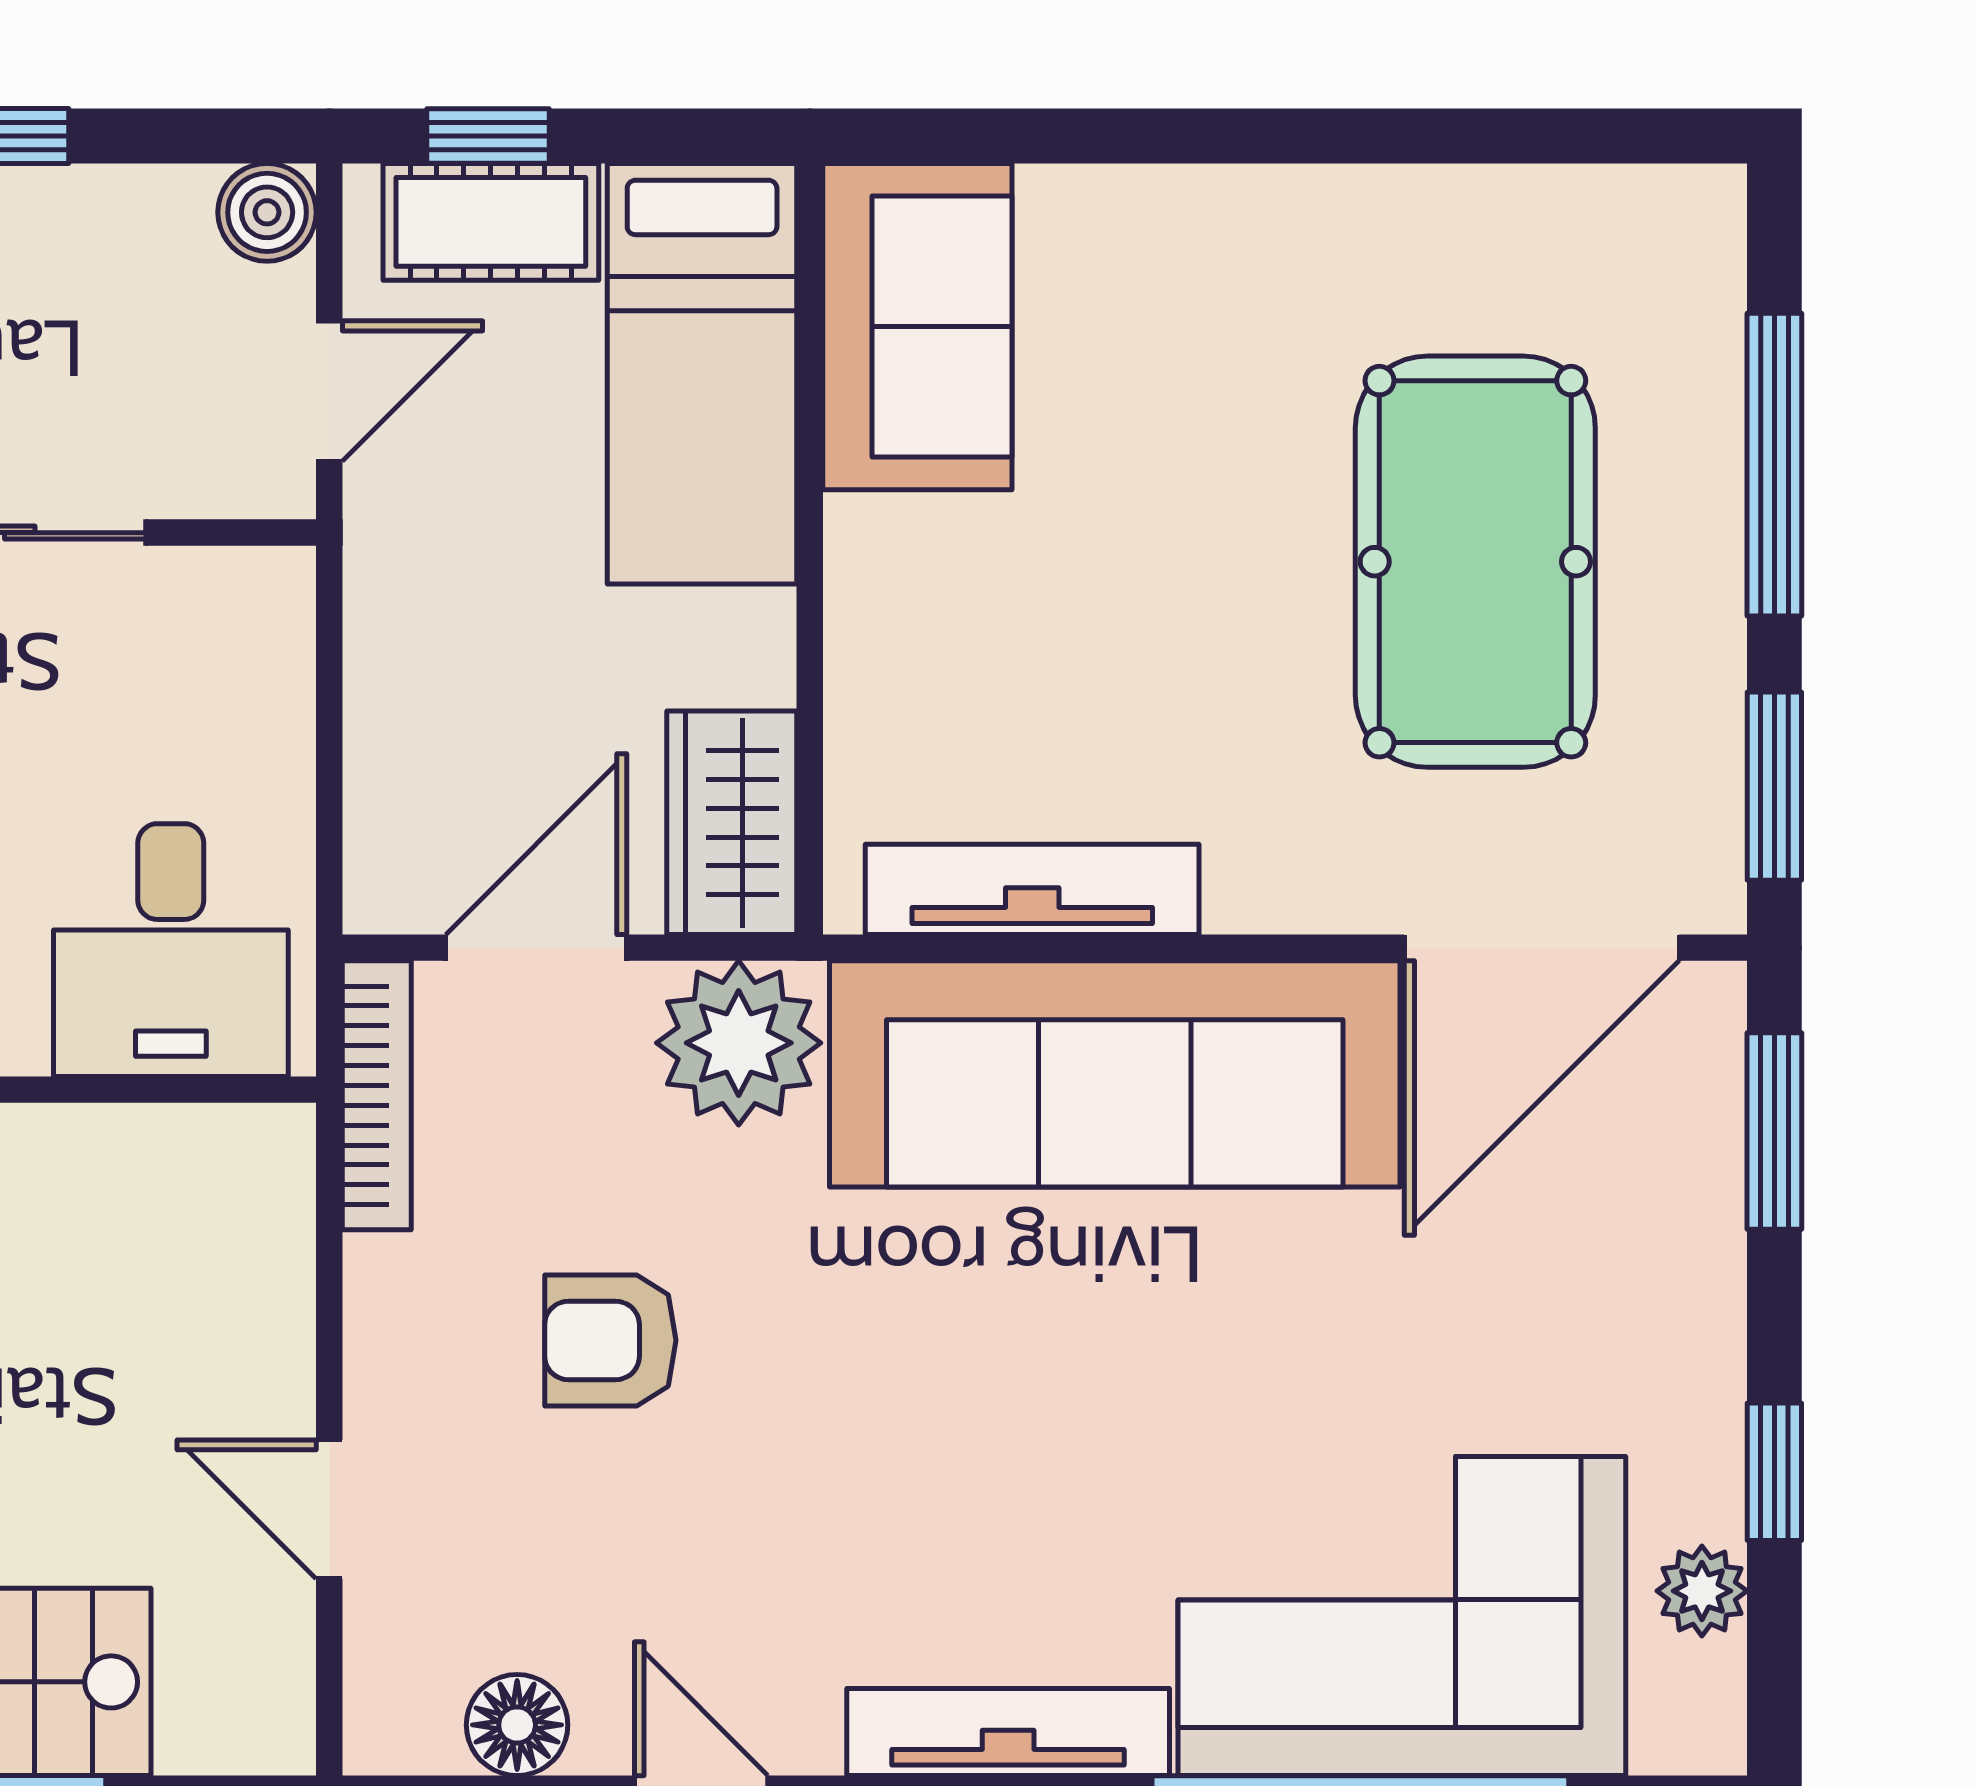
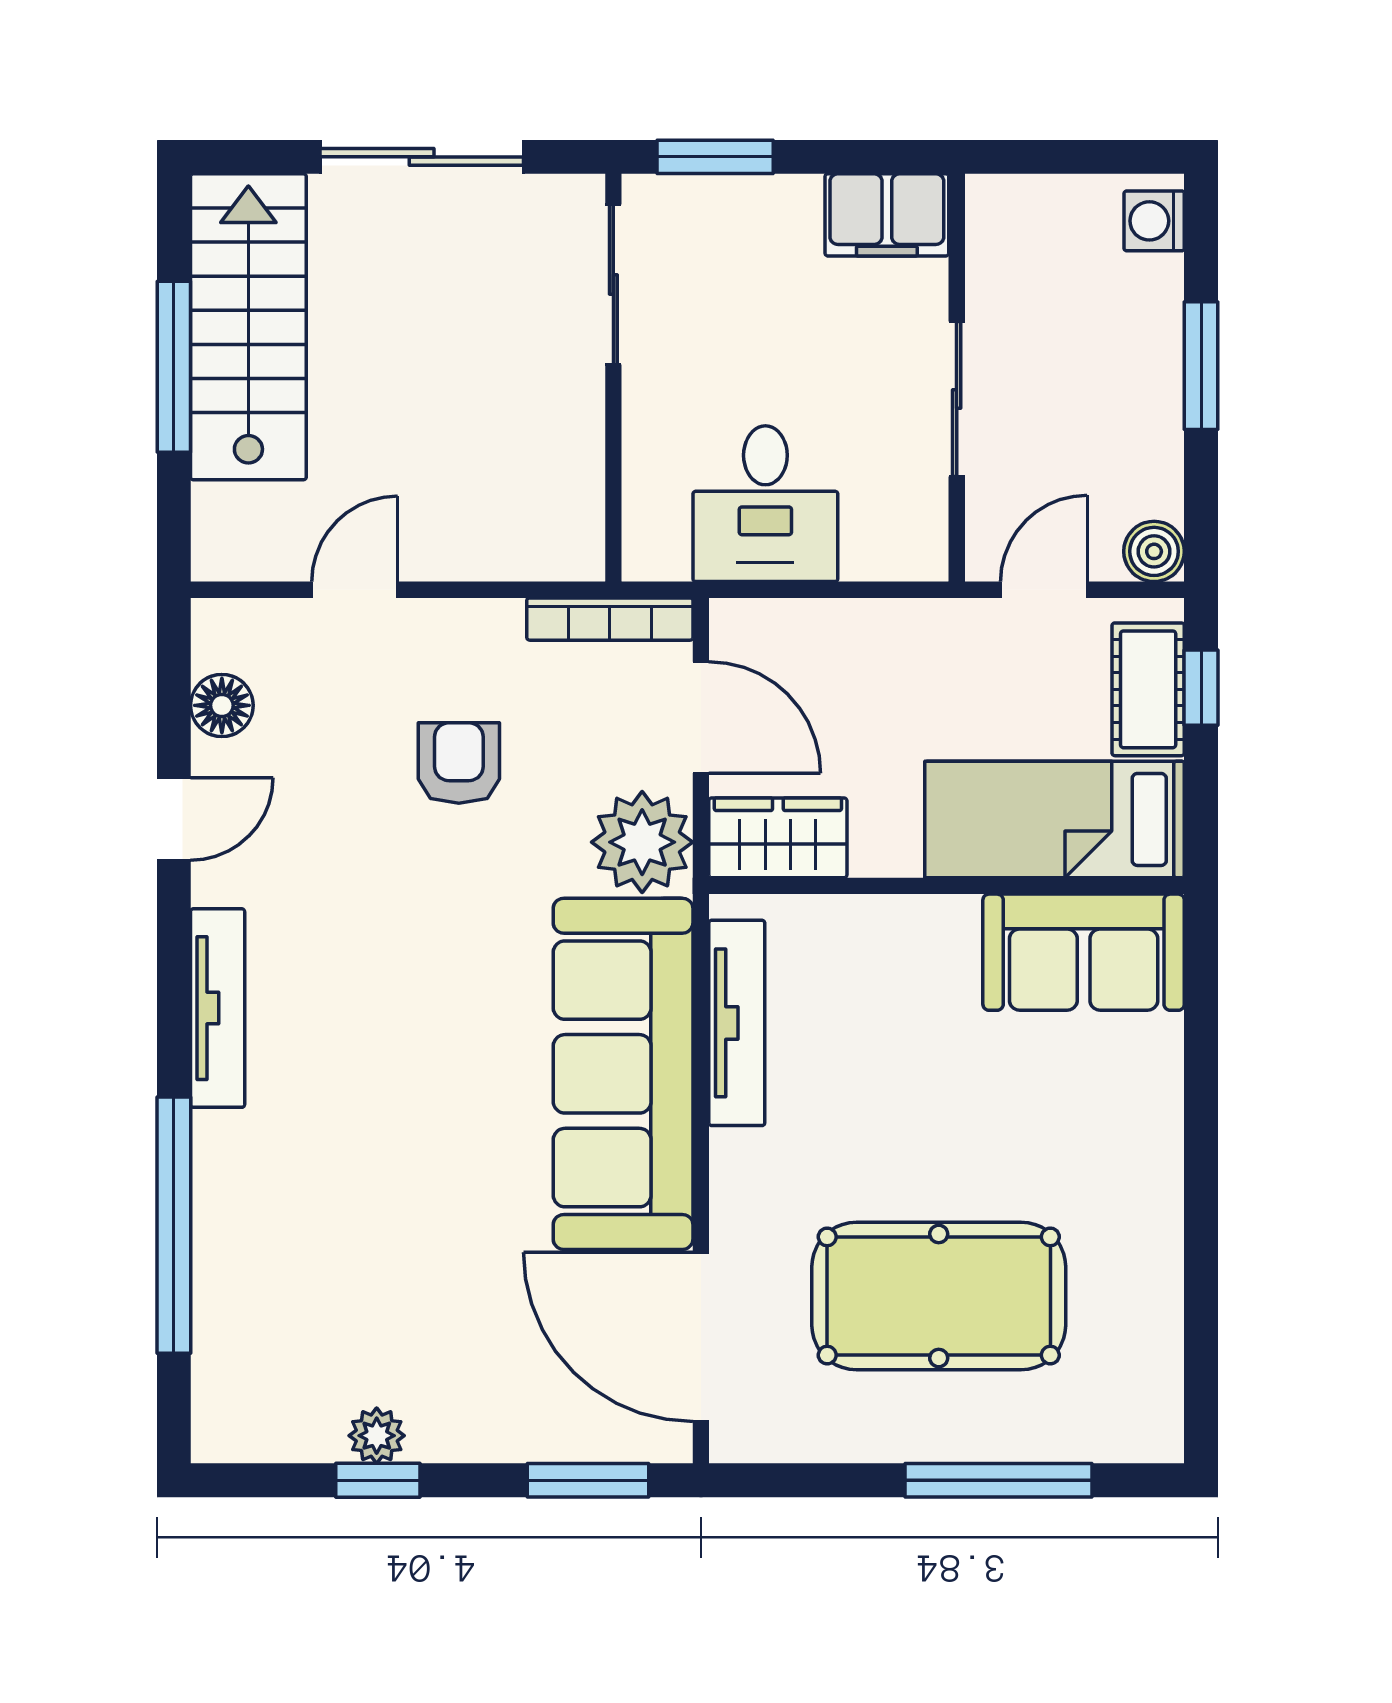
door: (329, 391) -> (1044, 590), swing flipped
window: (1774, 786) -> (800, 1480), removed
desk: (171, 950) -> (765, 504), moved, turned -90
plant: (1702, 1591) -> (377, 1436), moved
corner sofa: (1402, 1616) -> (289, 1251), removed

